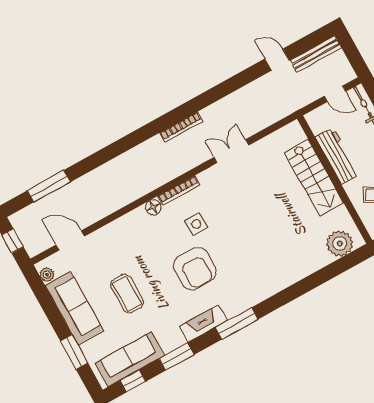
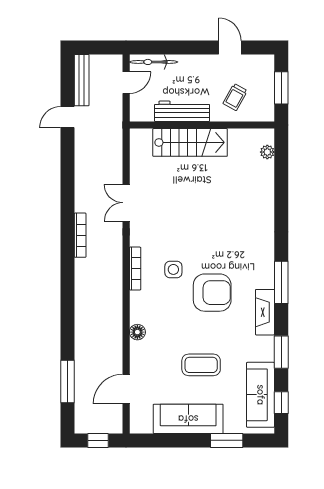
floor lamp: (153, 207) -> (137, 332), moved
plant: (340, 244) -> (267, 152), width x0.53, depth x0.53
plant: (47, 275) -> (145, 426), removed

